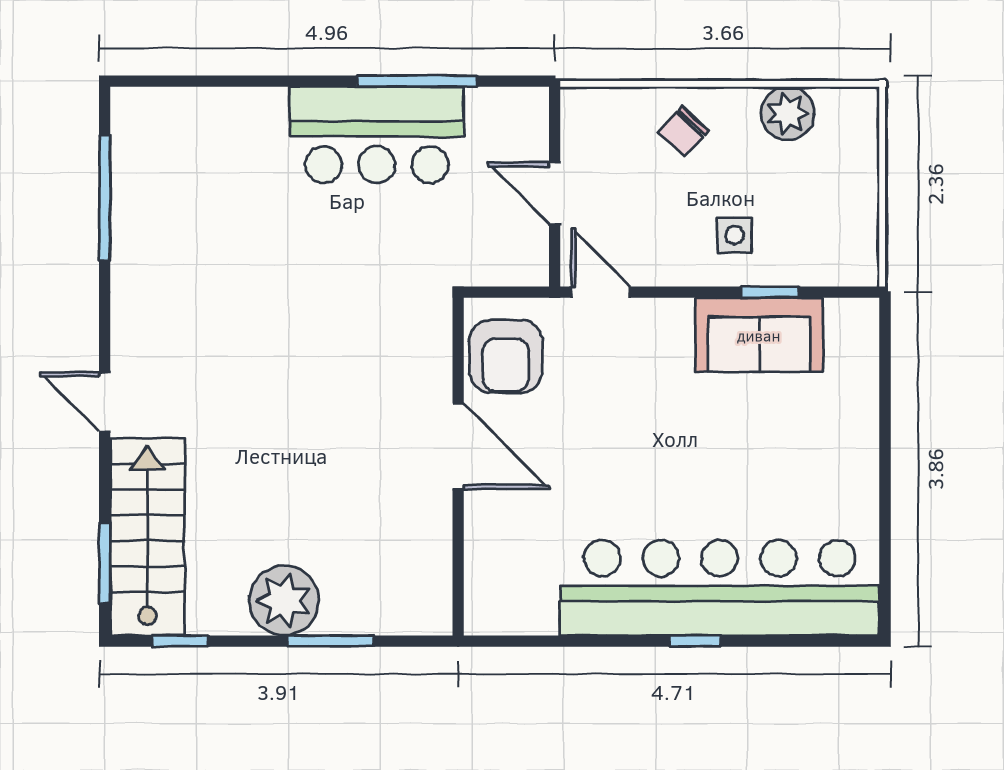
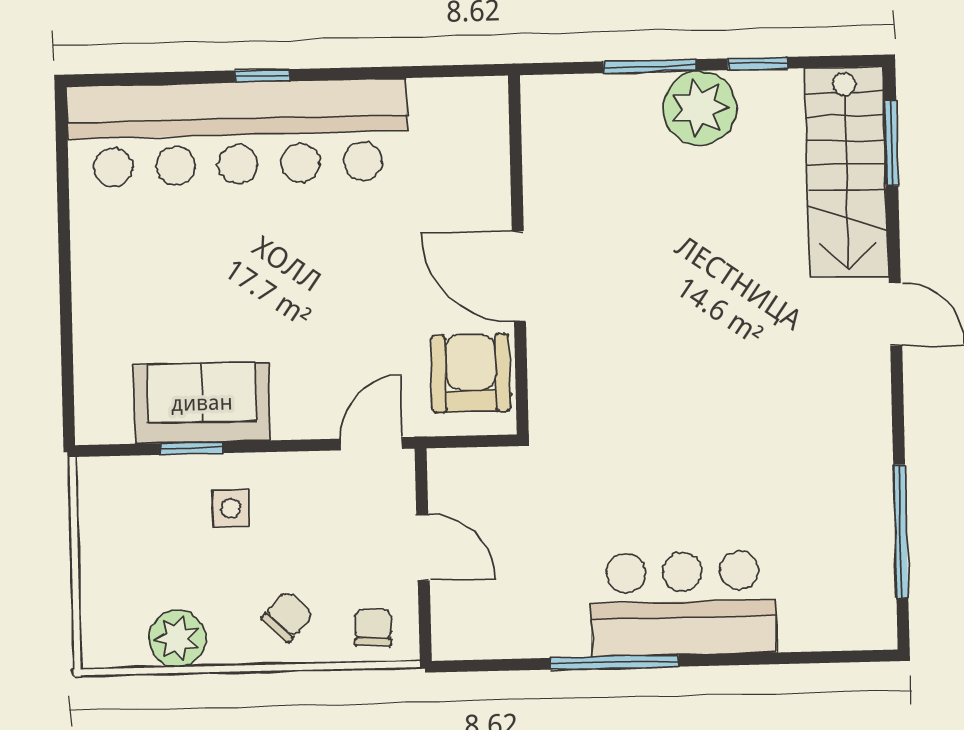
window: (417, 81) -> (615, 662), moved
chair: (603, 119) -> (373, 628), added
bar counter: (377, 135) -> (683, 603), moved
door: (601, 292) -> (372, 444), swing flipped
window: (180, 641) -> (758, 64), moved

